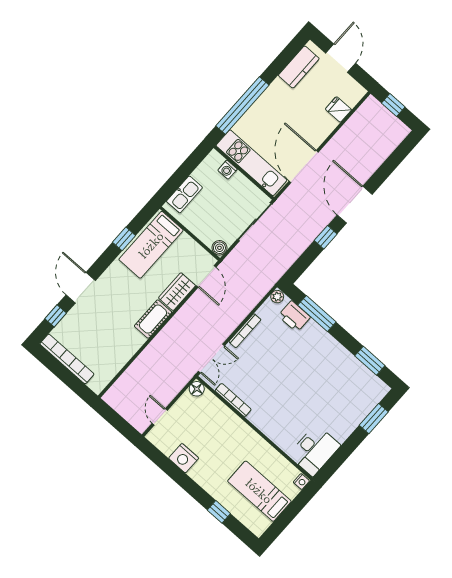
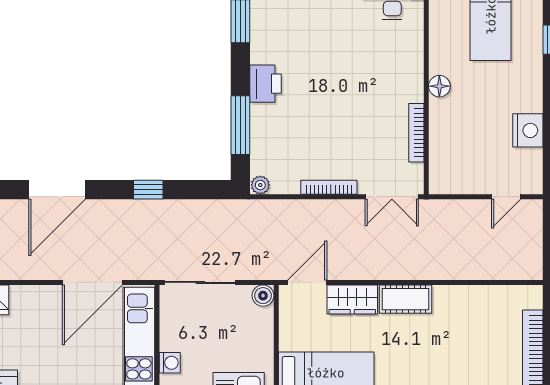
door: (355, 205) -> (57, 190), moved
printer: (294, 316) -> (265, 84), moved
double door: (212, 358) -> (392, 197), swing flipped
floor lamp: (197, 389) -> (439, 86), moved

